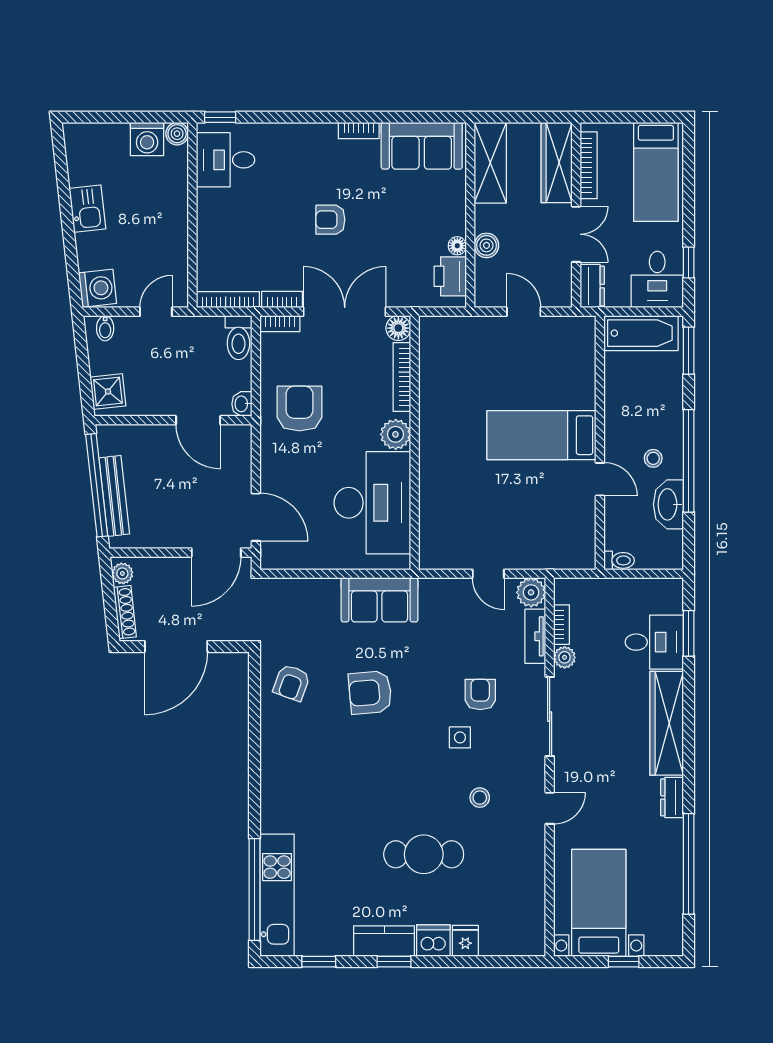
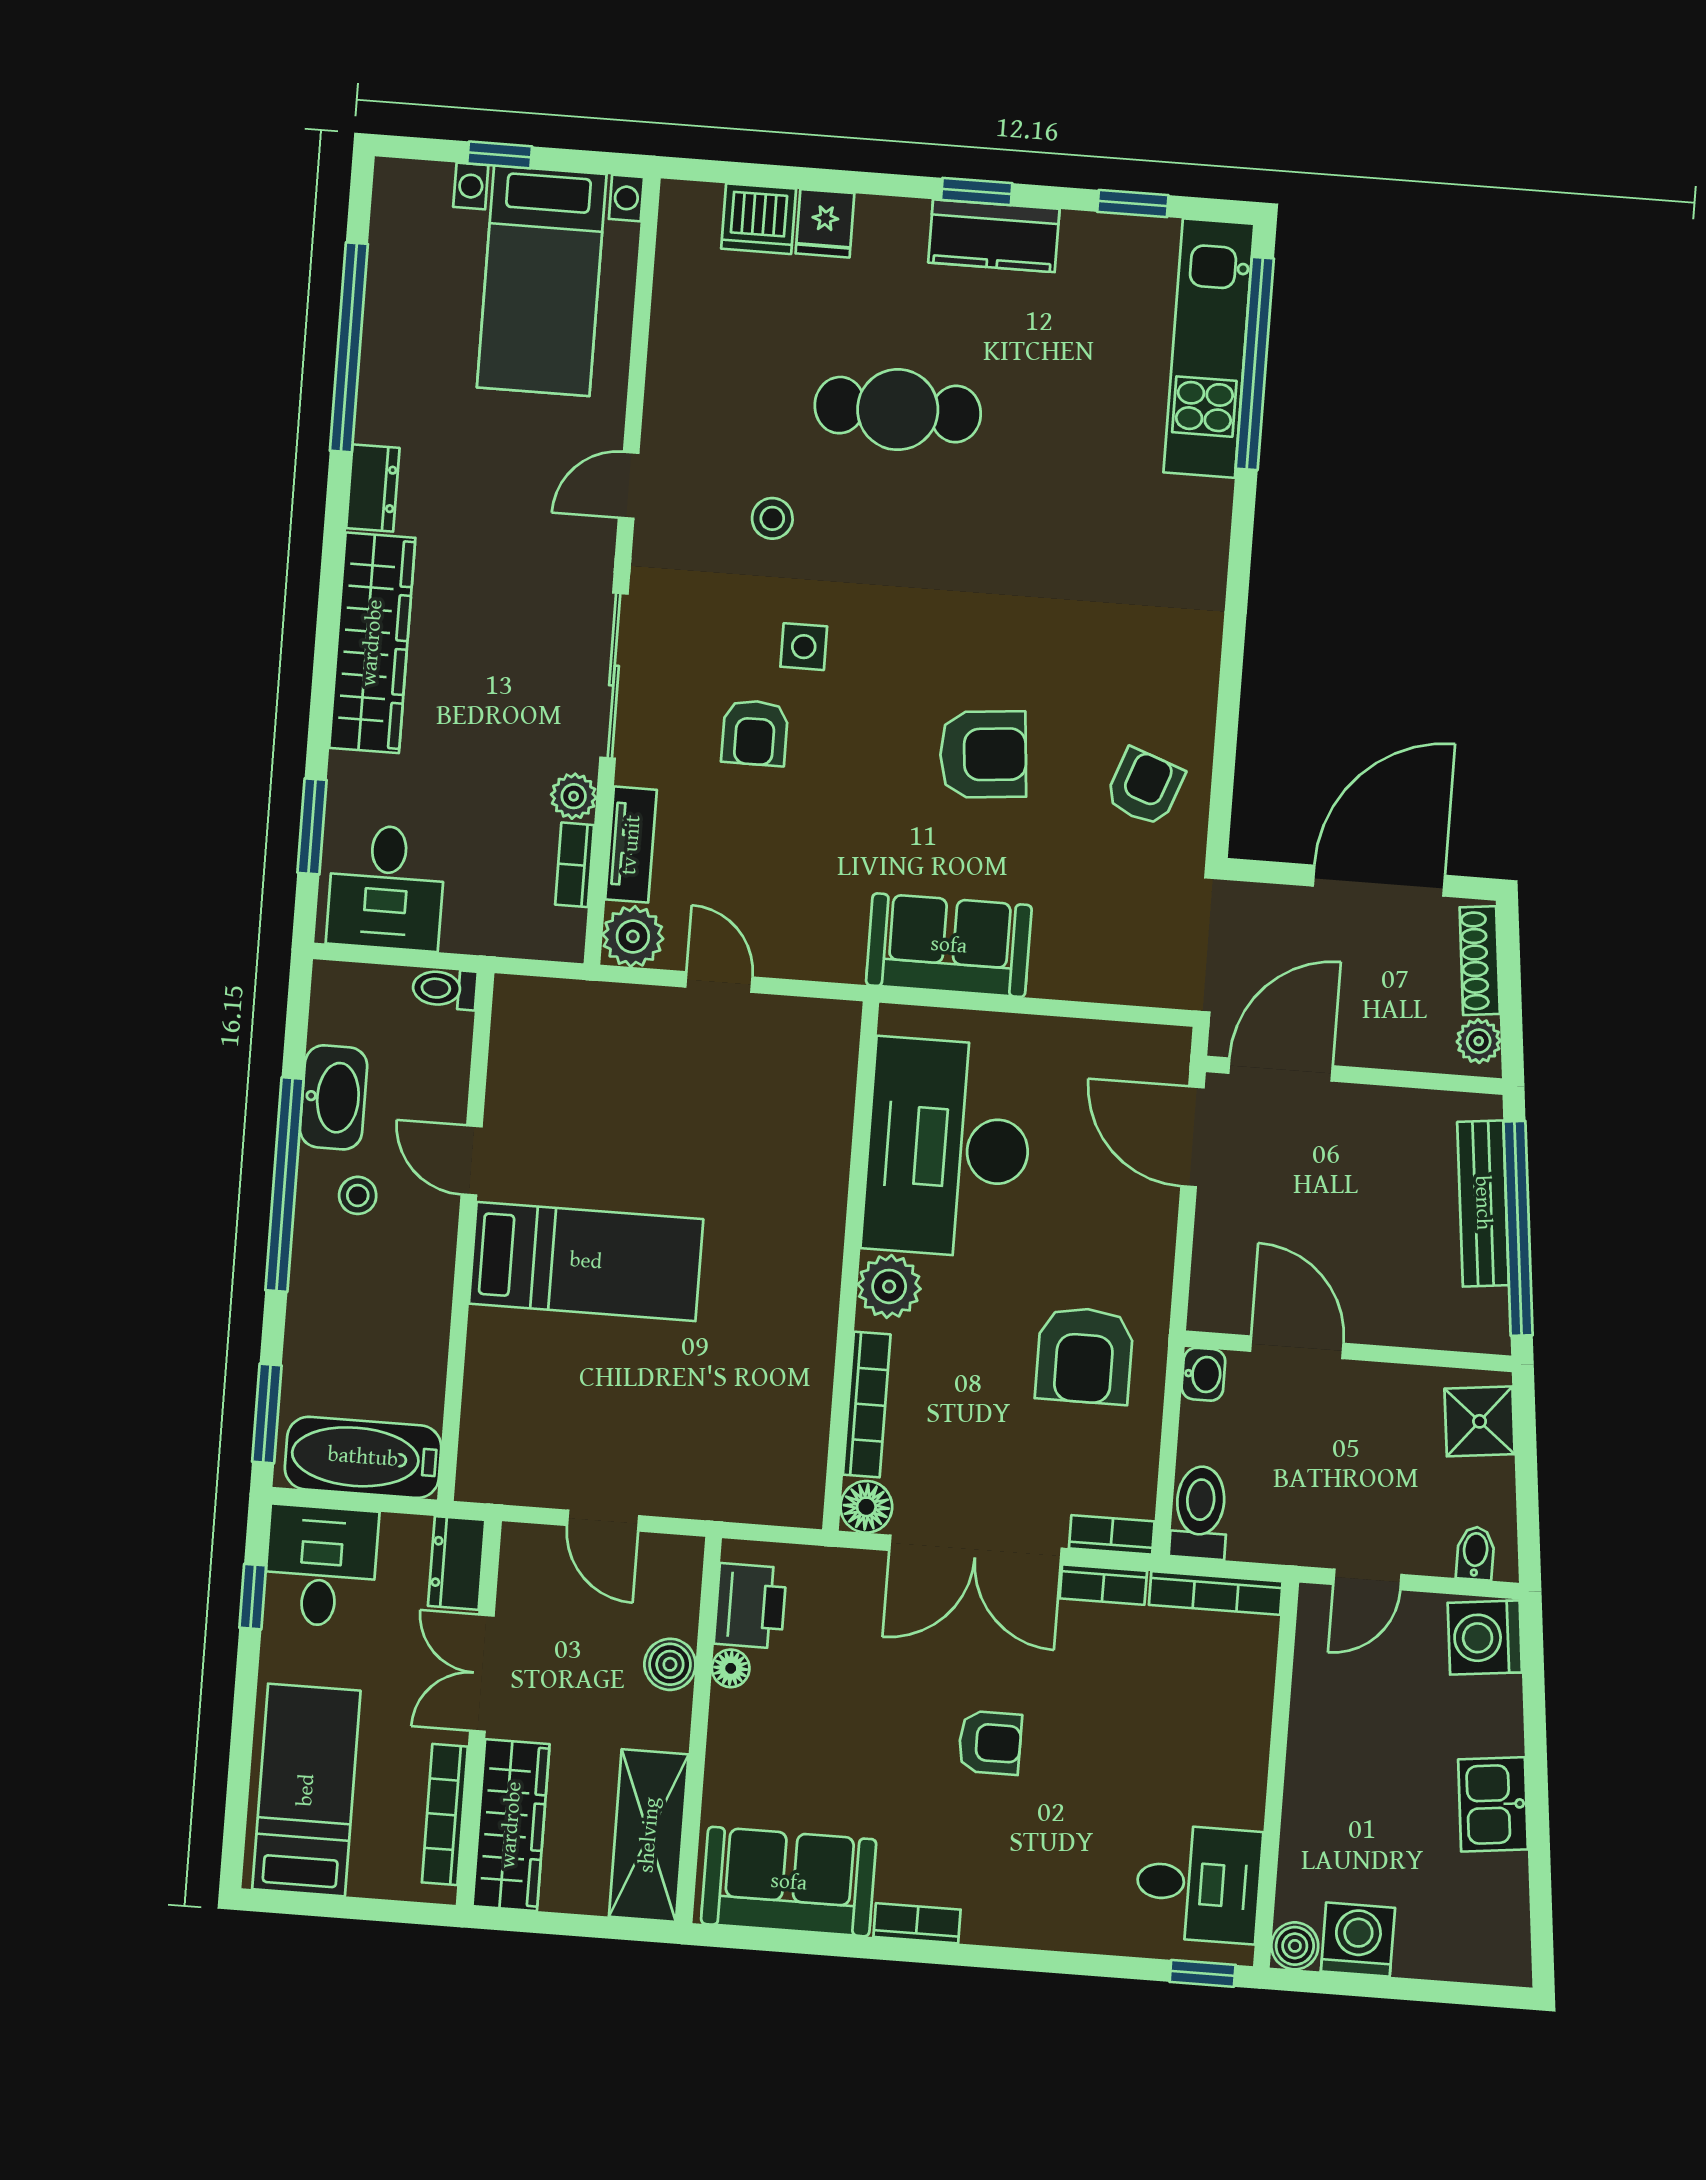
desk: (654, 642) -> (386, 887), moved, turned -90
dishwasher: (433, 941) -> (759, 219), moved

